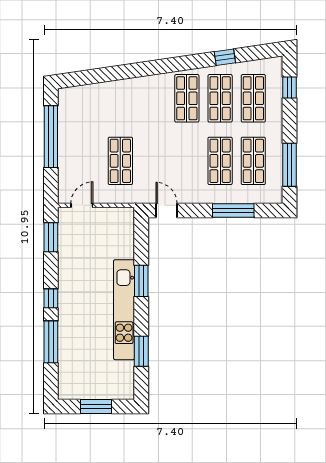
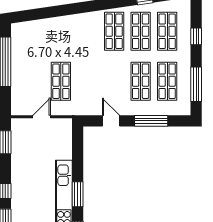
window: (290, 88) -> (196, 36), moved
door: (82, 205) -> (42, 117), moved
door: (166, 211) -> (111, 121), moved
window: (141, 281) -> (78, 194), moved

